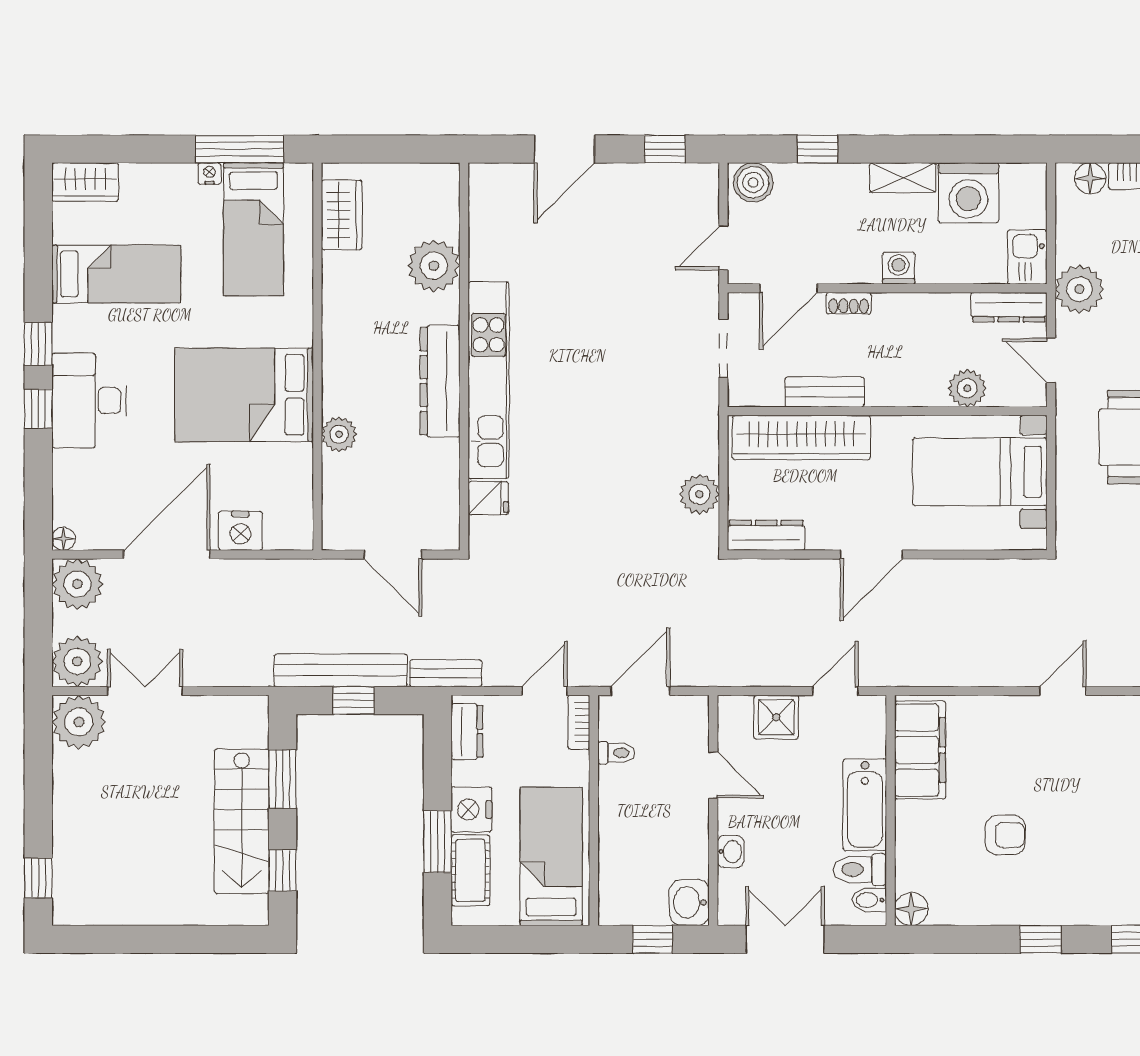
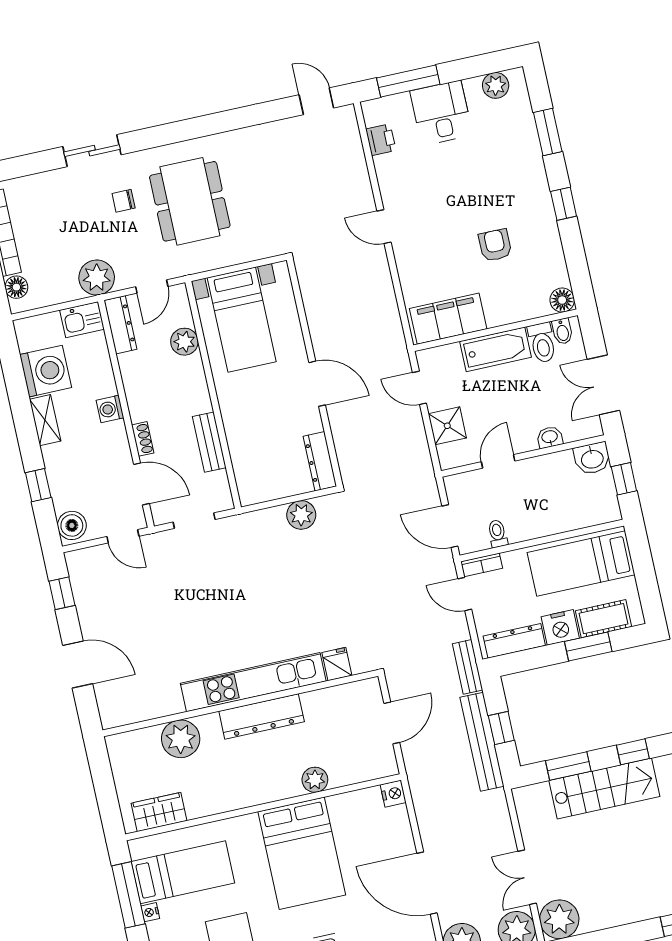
wardrobe: (801, 438) -> (245, 451), removed
nightstand: (240, 531) -> (393, 794), moved, width x0.74, depth x0.75
dresser: (467, 731) -> (514, 641), width x1.44

